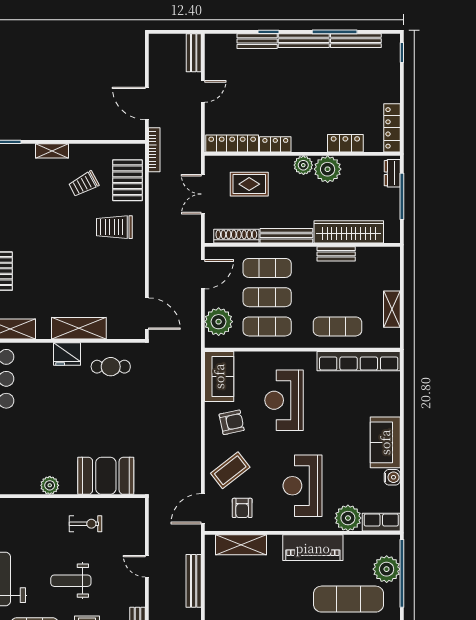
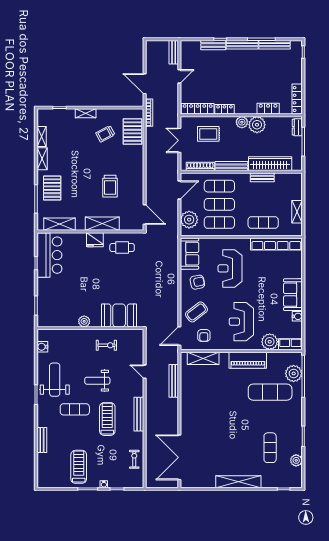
trolley: (114, 227) -> (110, 186), moved, turned -90

